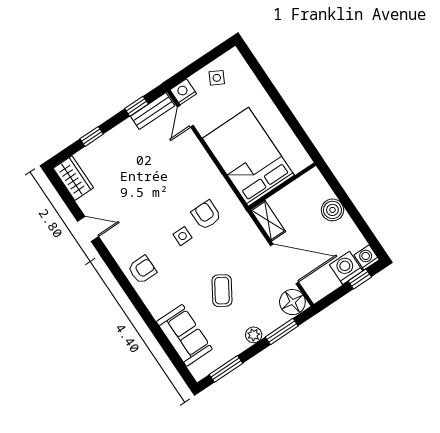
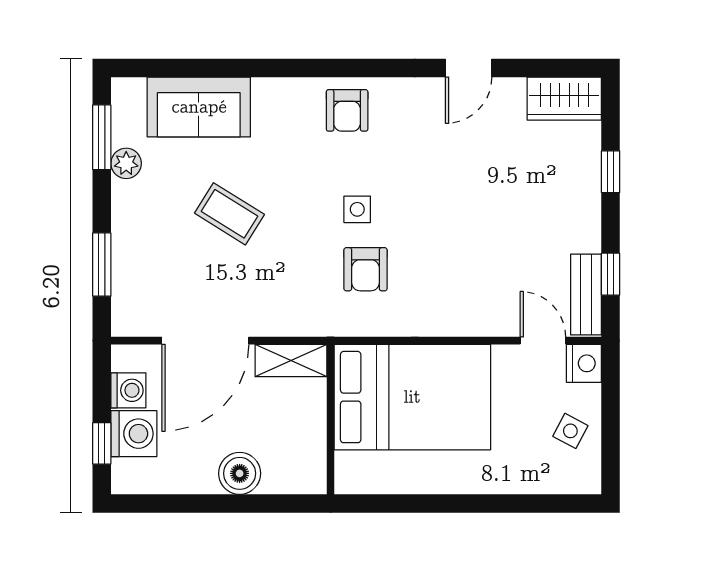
armchair: (206, 215) -> (365, 269), turned 90
washing machine: (367, 257) -> (128, 390), moved
floor lamp: (292, 302) -> (137, 313), removed
plant: (254, 335) -> (126, 163), moved

